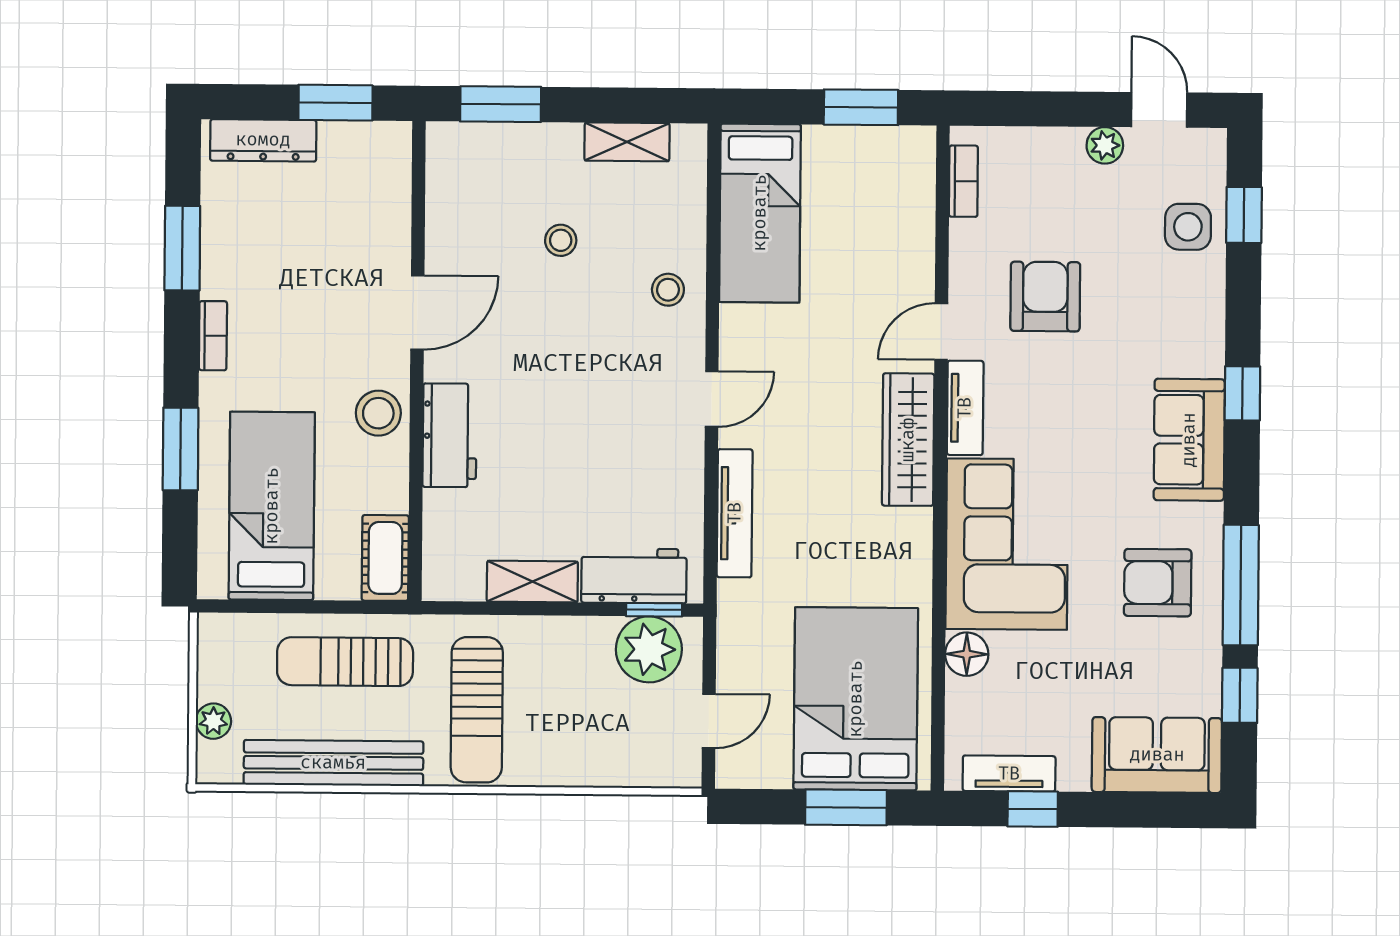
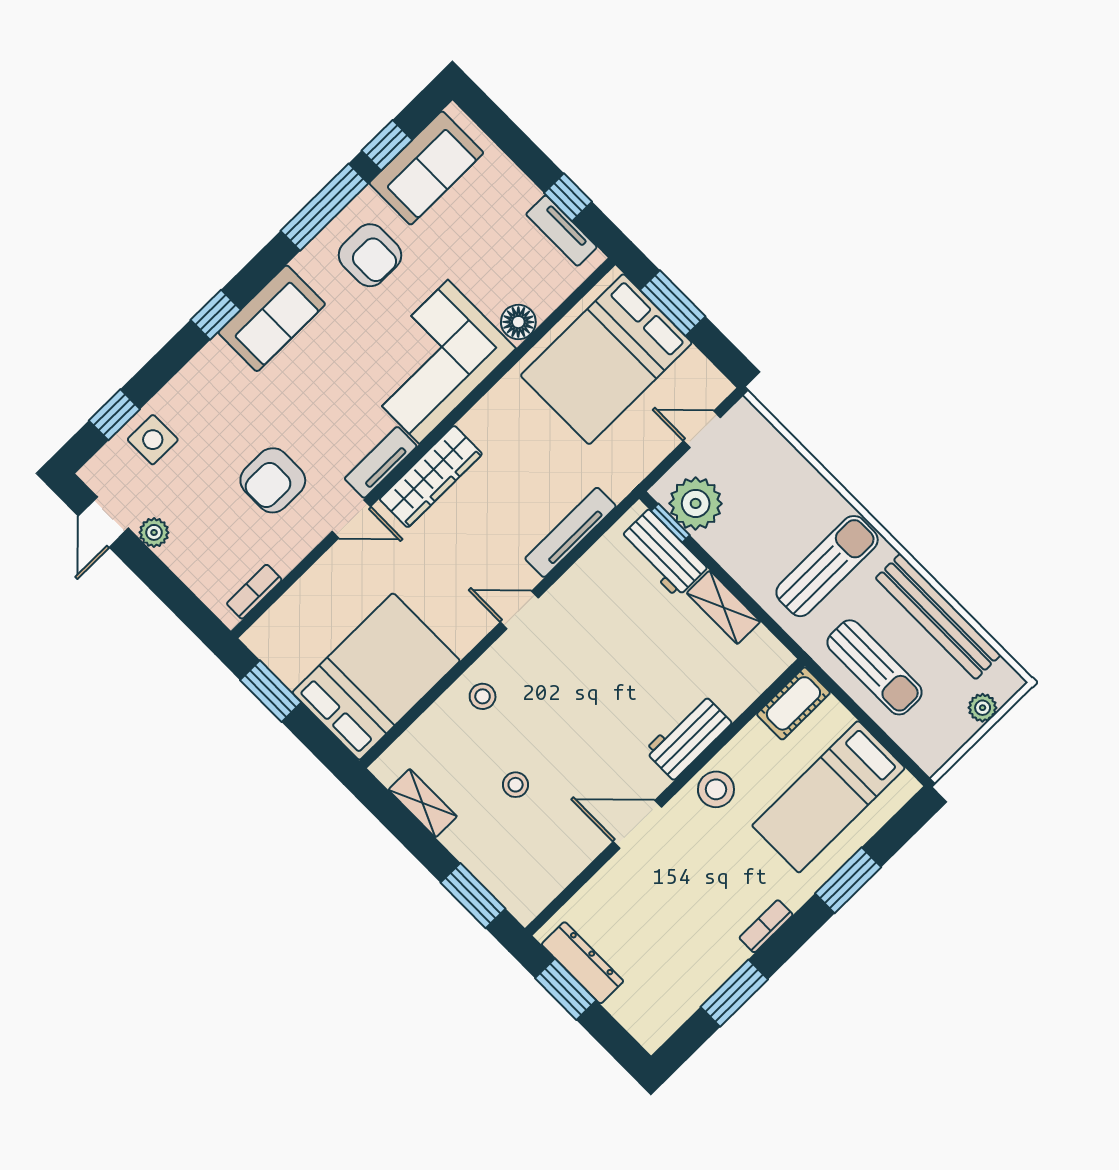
dresser: (263, 140) -> (583, 963), moved
bed: (760, 213) -> (376, 677), width x1.50
sofa: (1157, 755) -> (426, 168), moved, turned -90

